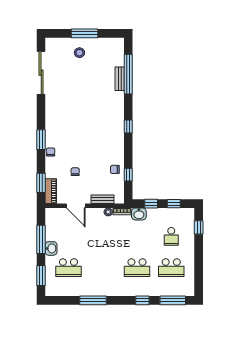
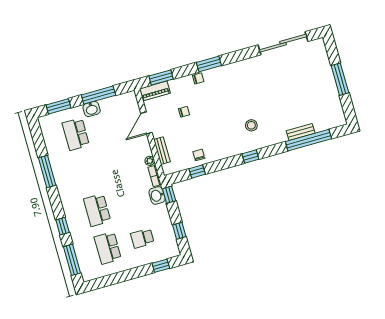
stool: (79, 53) -> (251, 125), moved
window: (151, 204) -> (169, 195), moved

